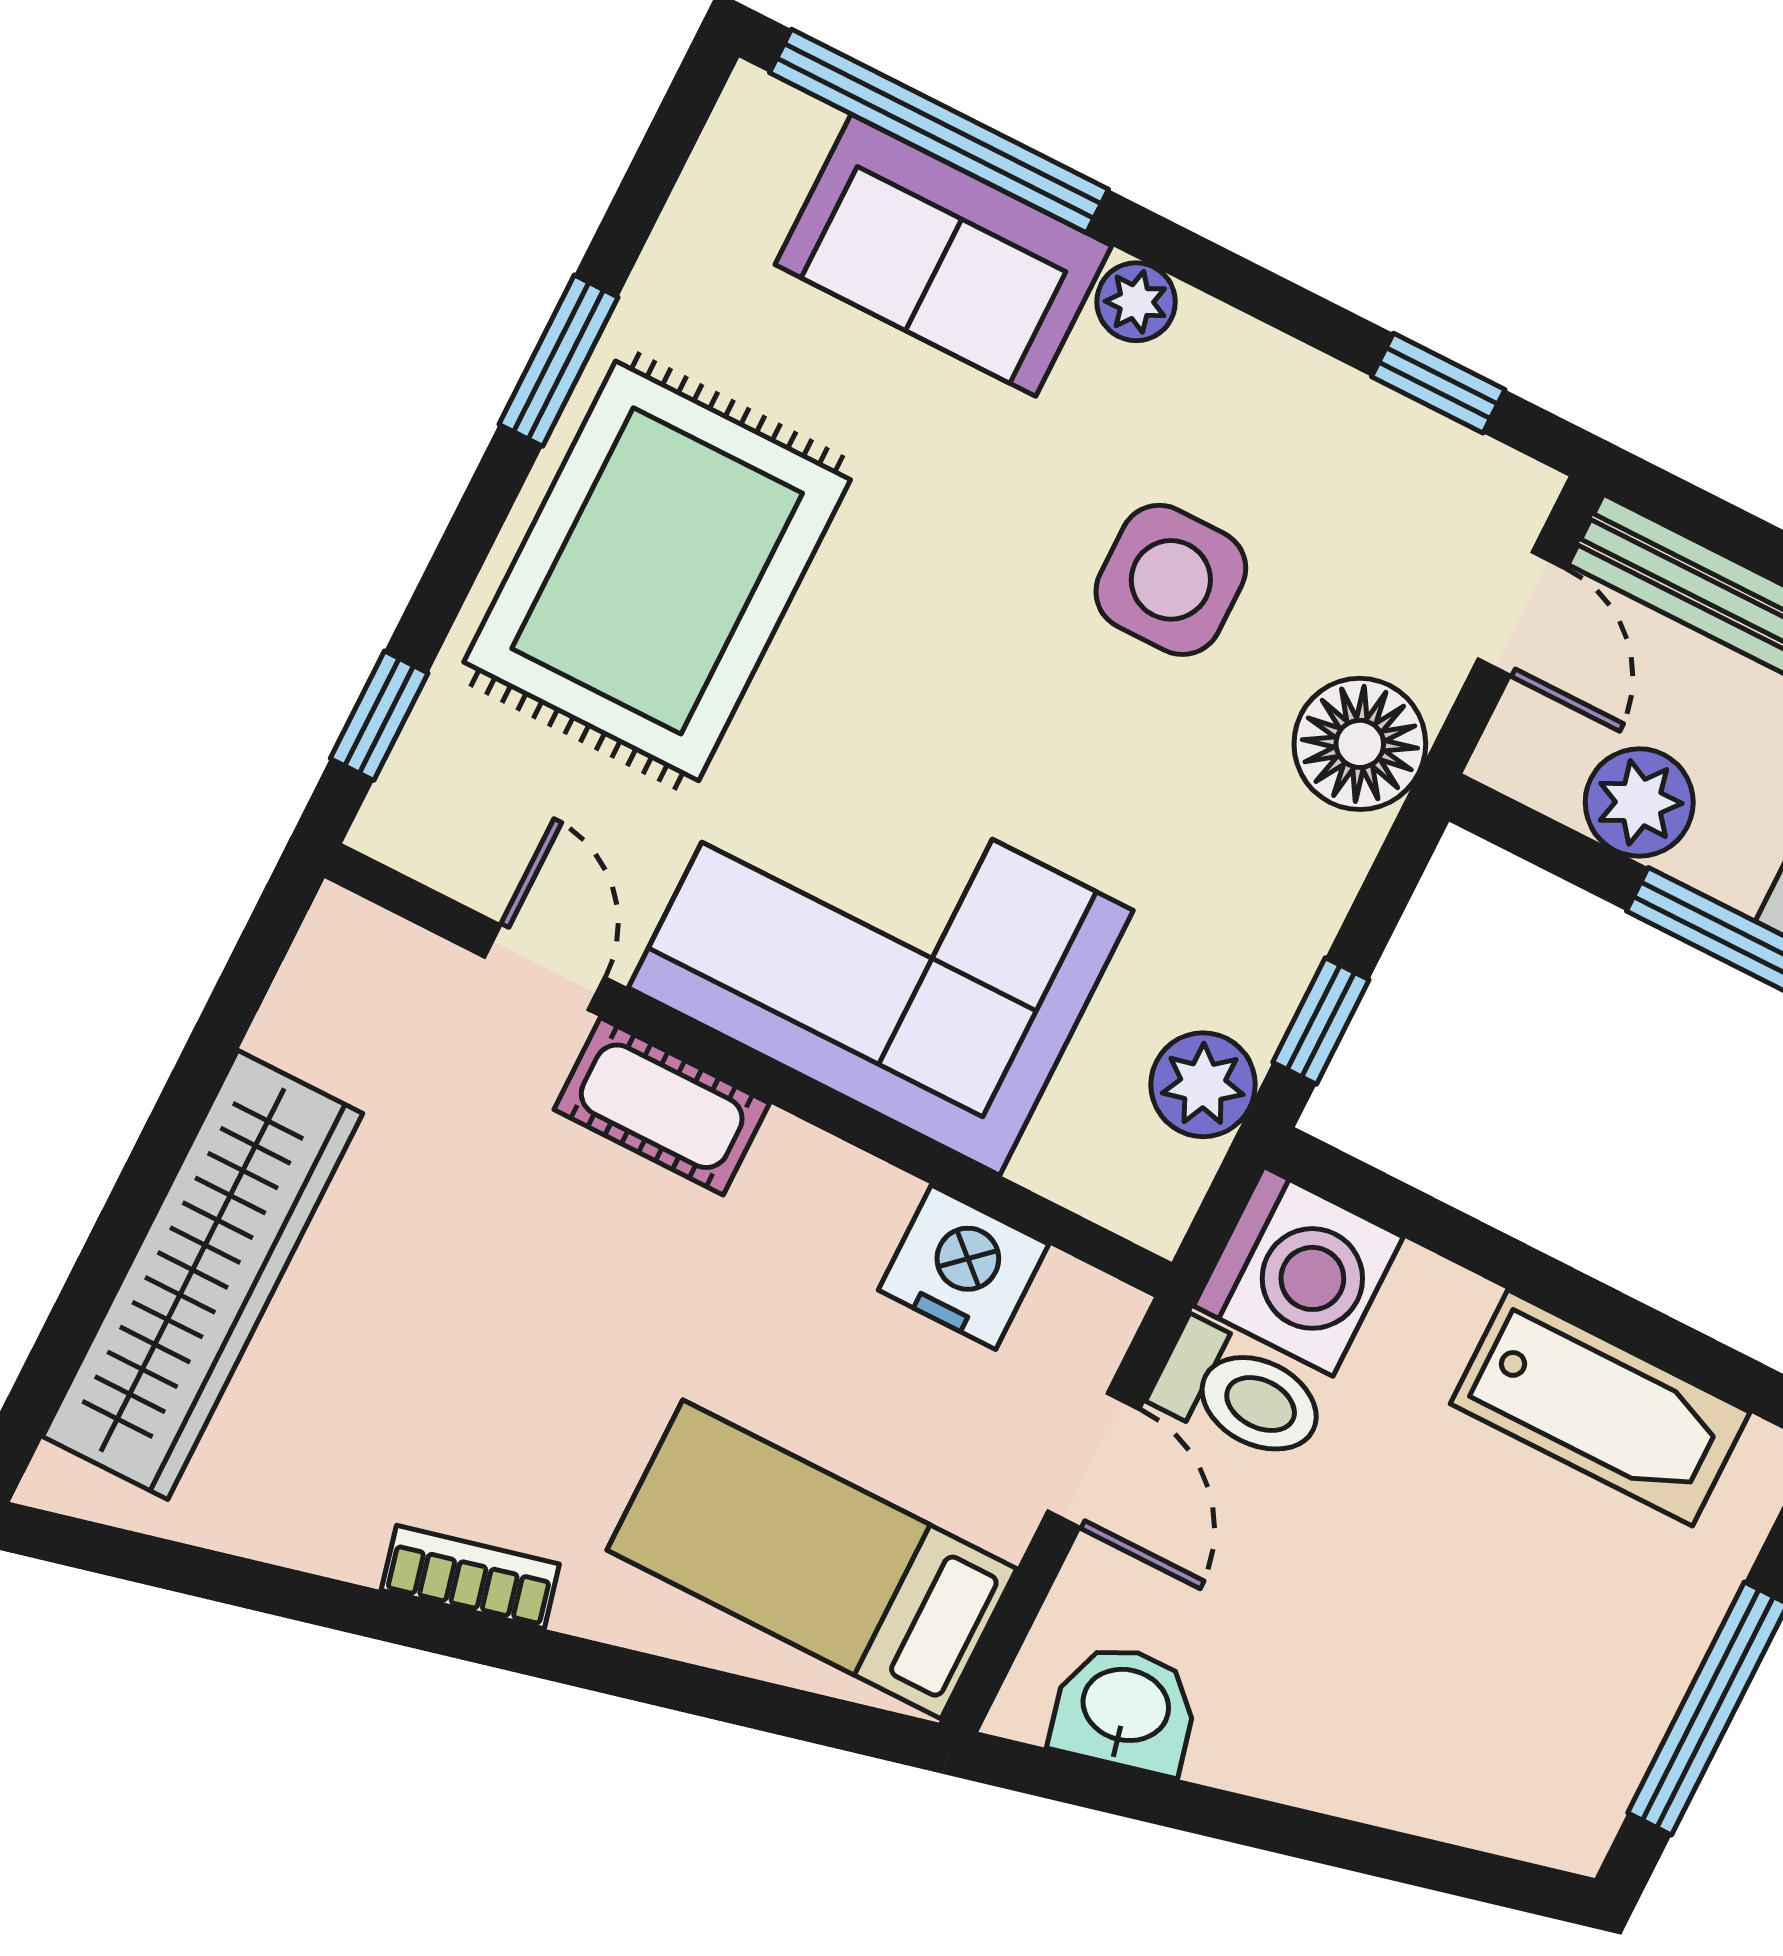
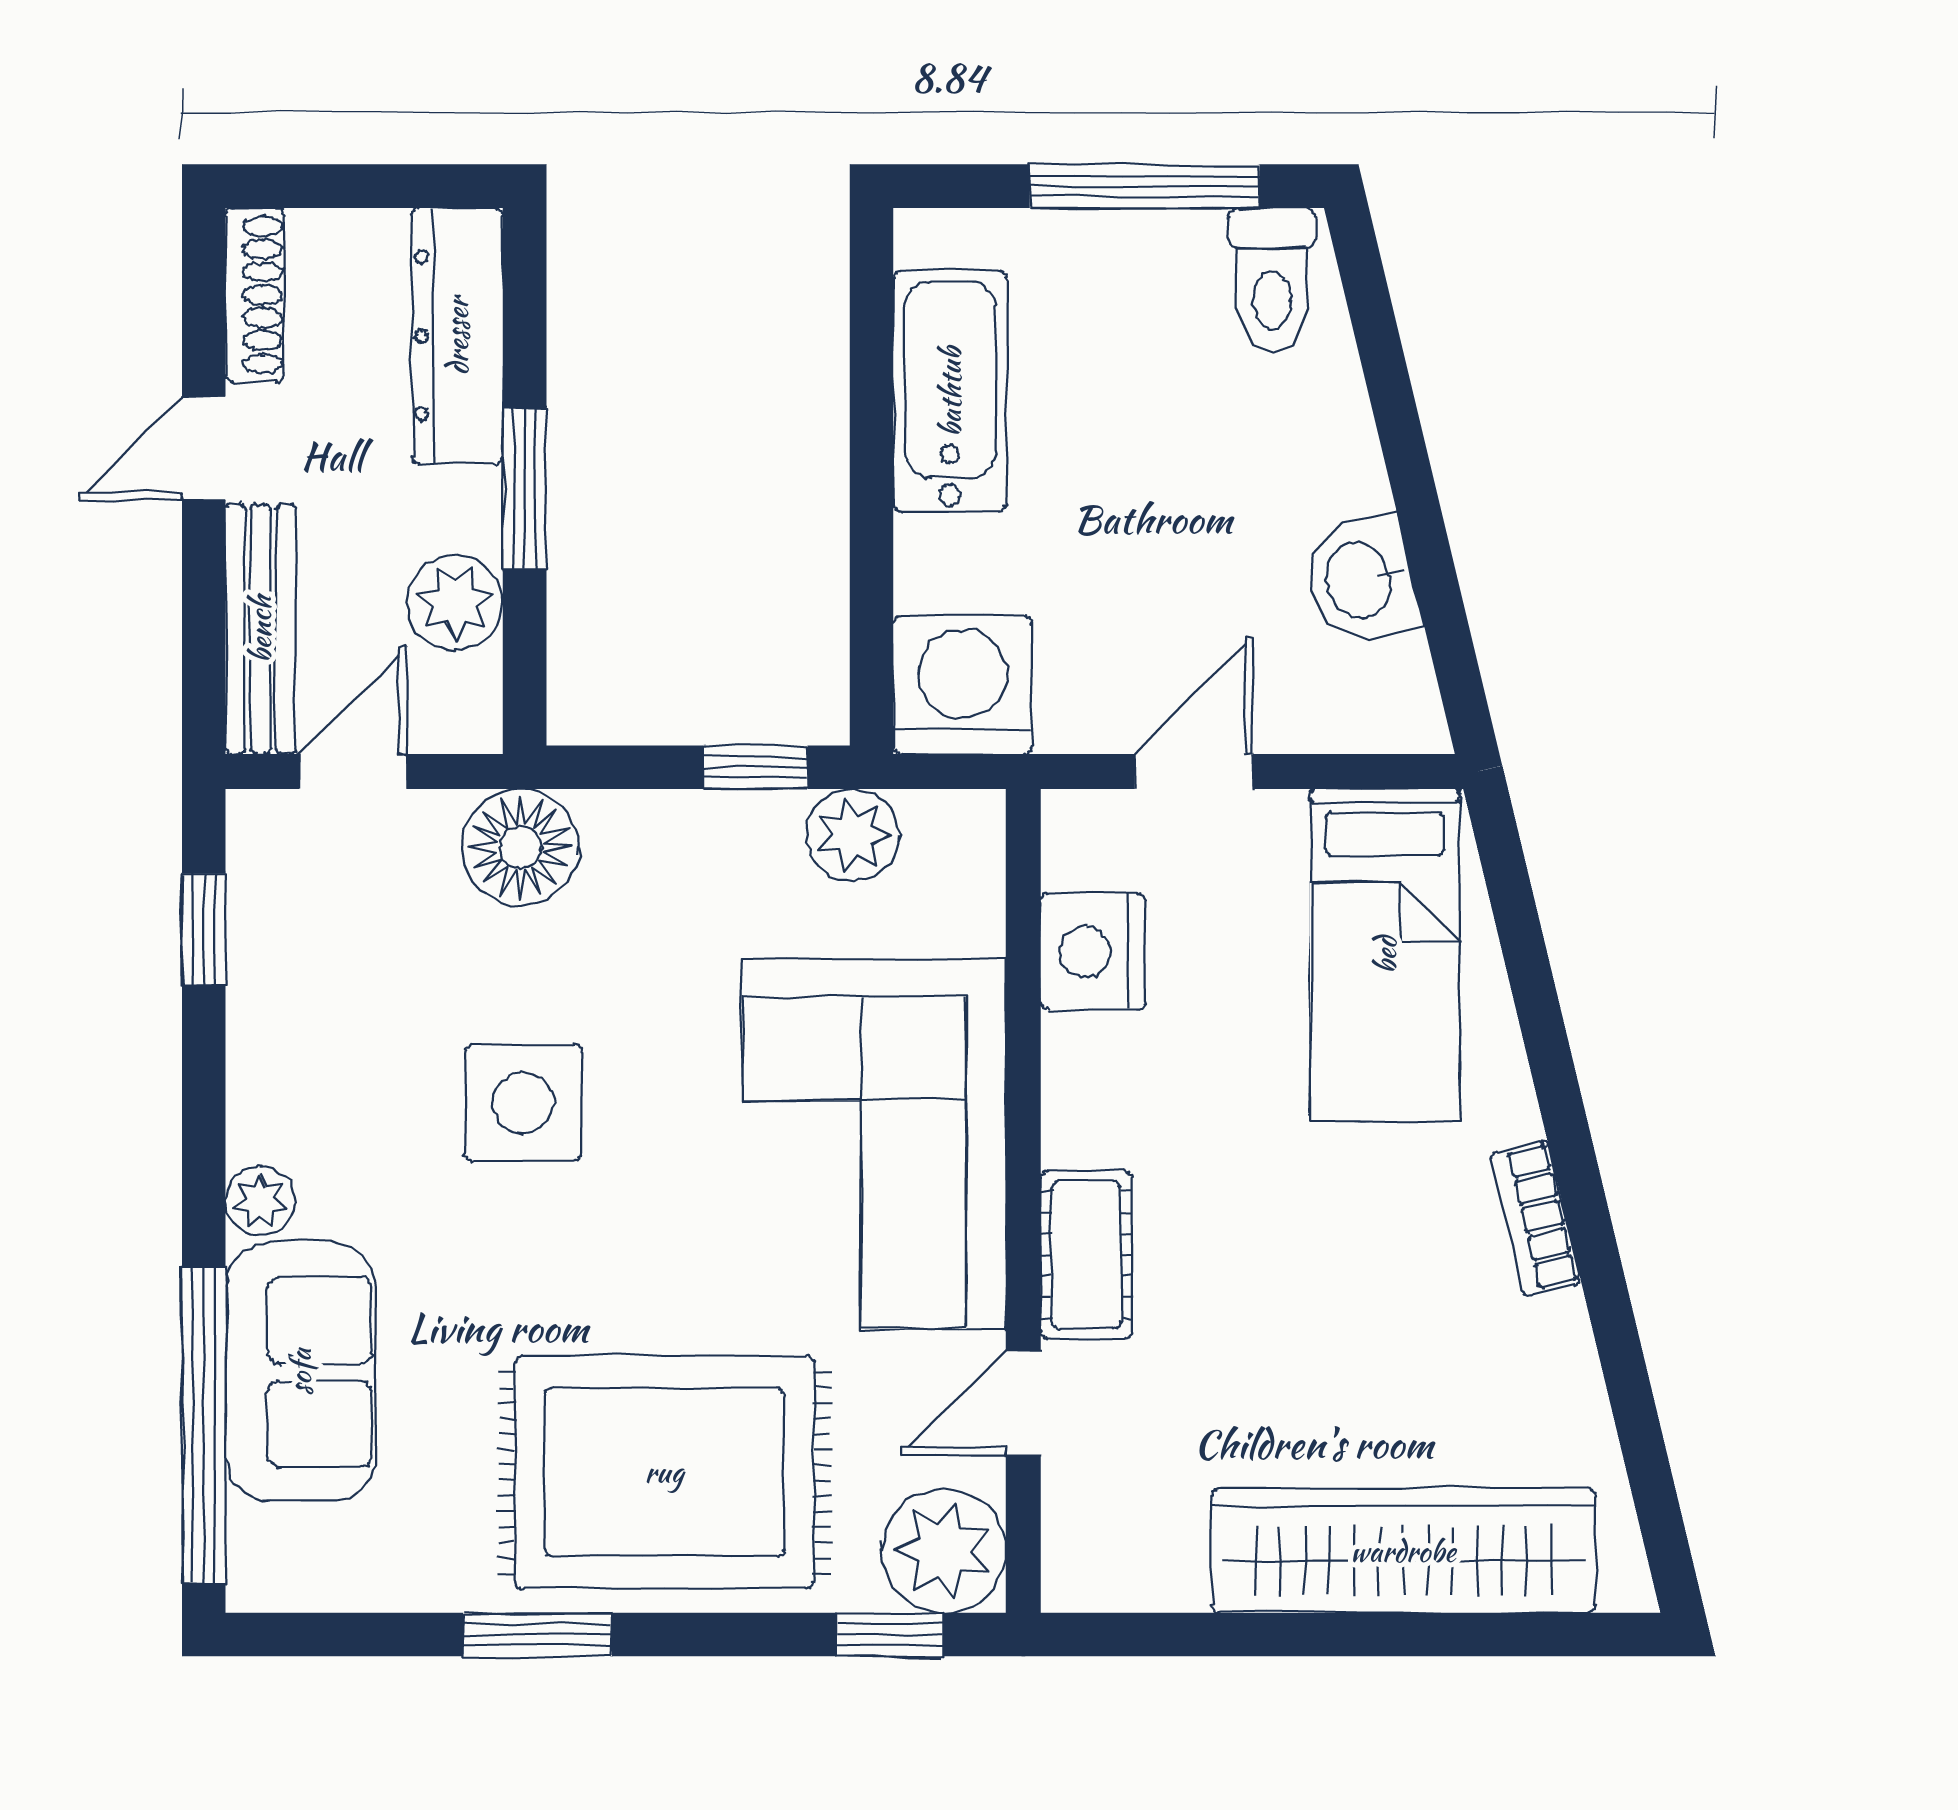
side table: (1171, 580) -> (523, 1103), moved
plant: (436, 812) -> (944, 1551), added
toilet: (1240, 1394) -> (1272, 280), moved, turned 180
washbasin: (1125, 1708) -> (1361, 579), moved

